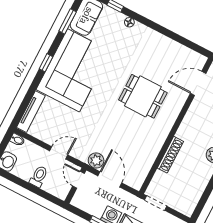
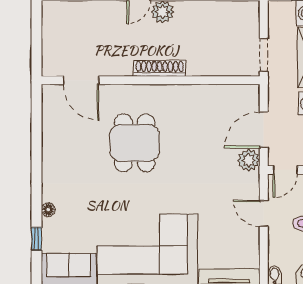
shoe rack: (170, 155) -> (160, 68), moved

